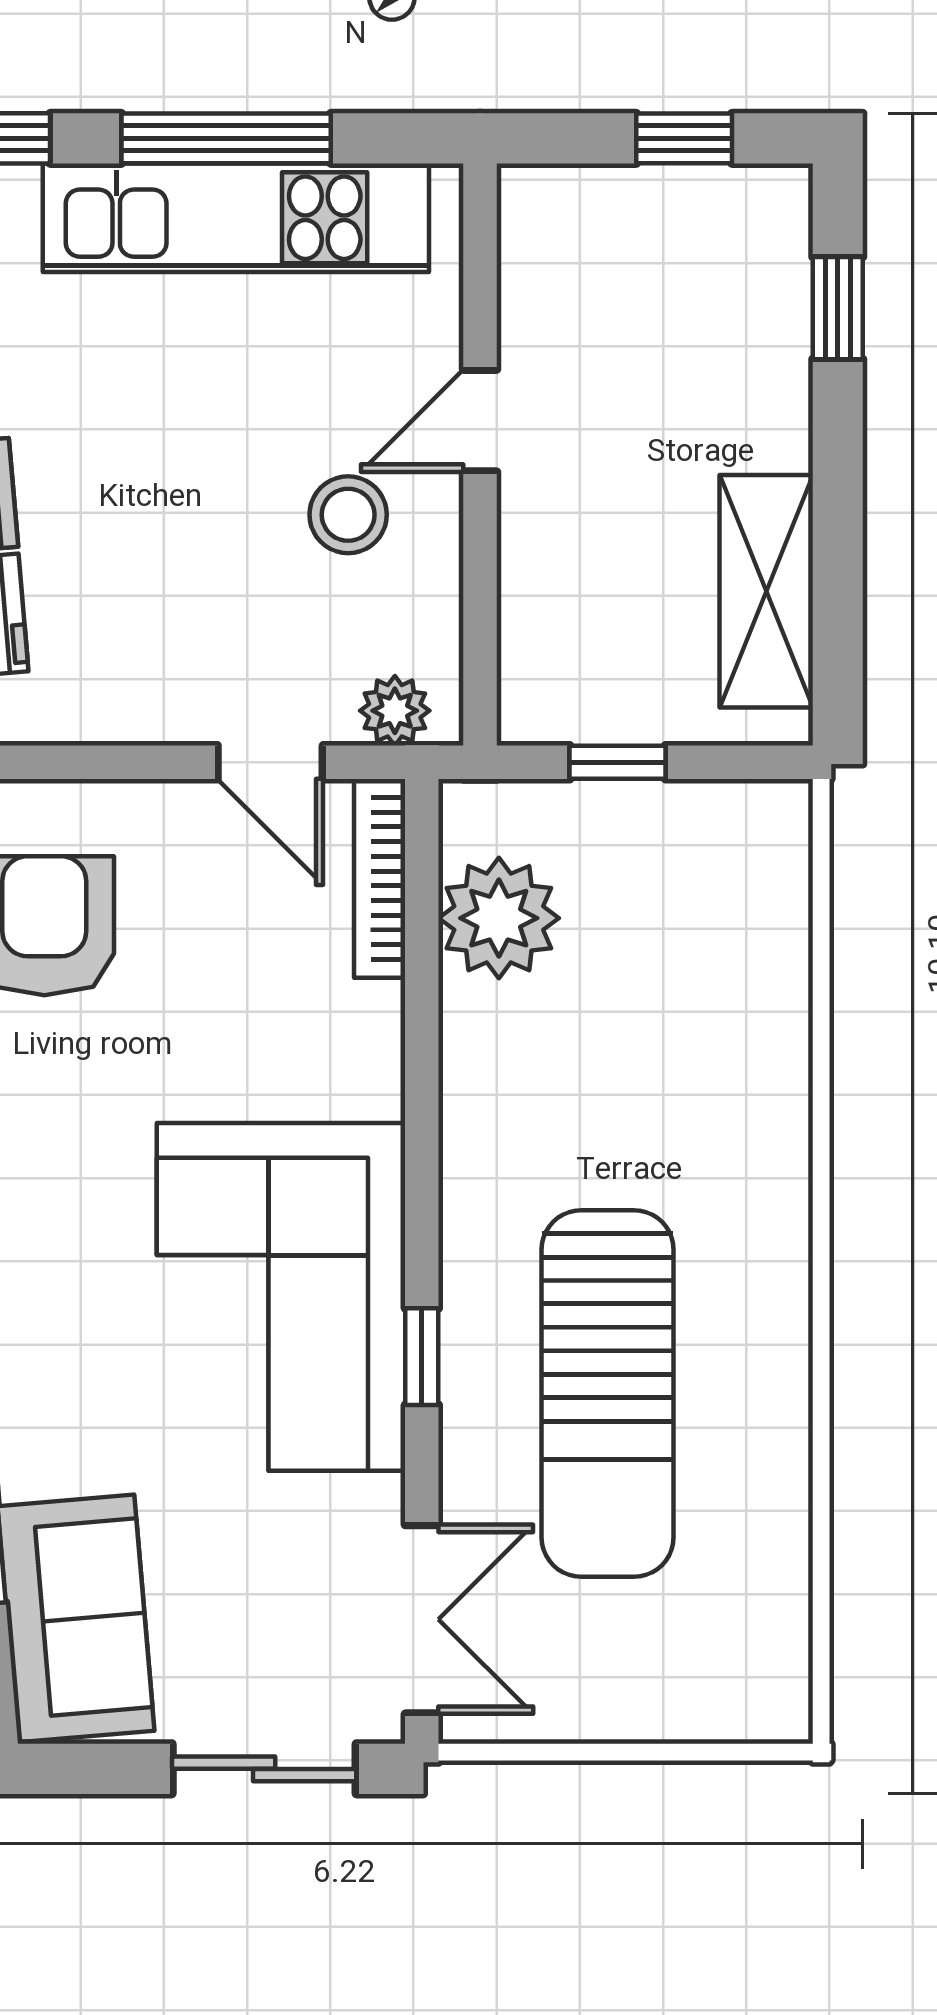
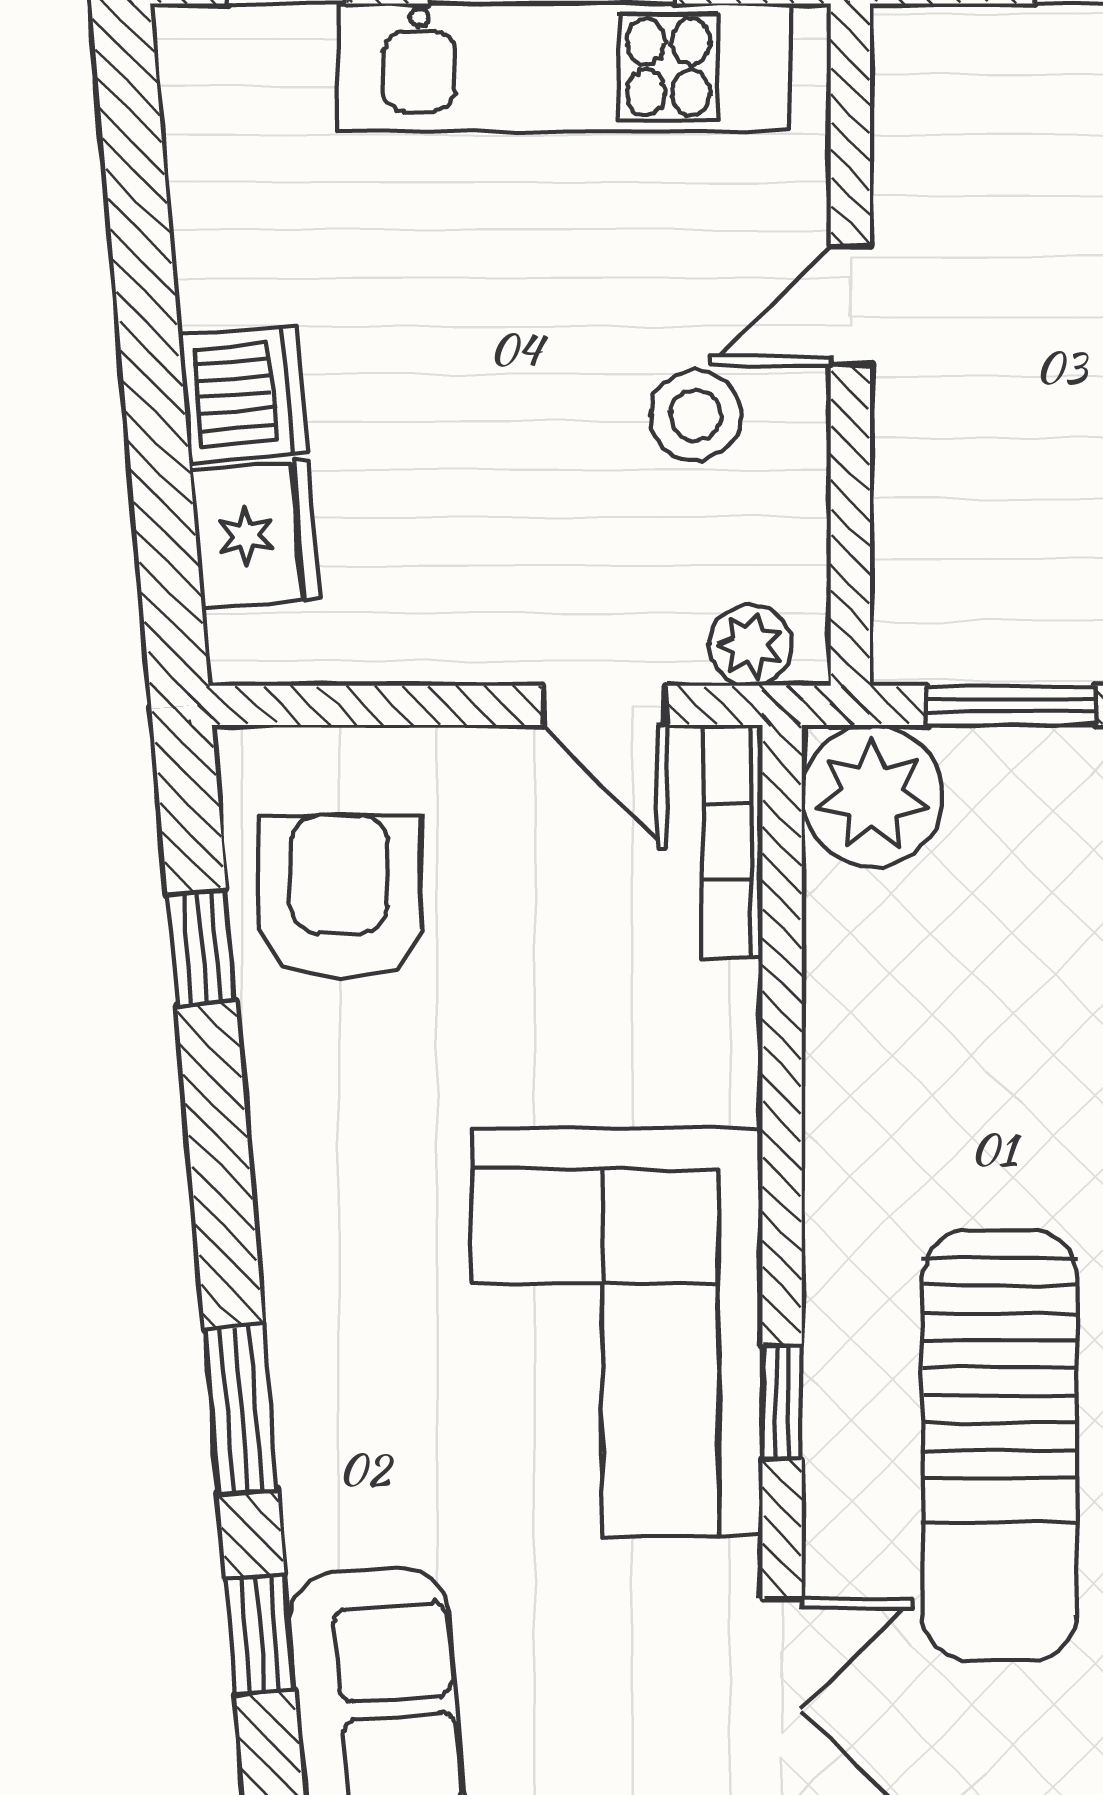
window: (618, 762) -> (1012, 705), width x1.50
plant: (499, 918) -> (872, 796), moved

